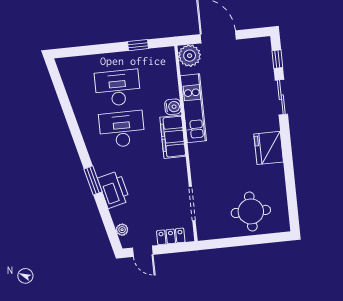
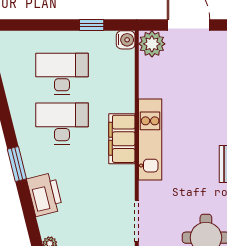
water cooler: (173, 107) -> (126, 40), moved
kitchen unit: (193, 108) -> (150, 140), moved
window: (93, 180) -> (17, 164), moved

